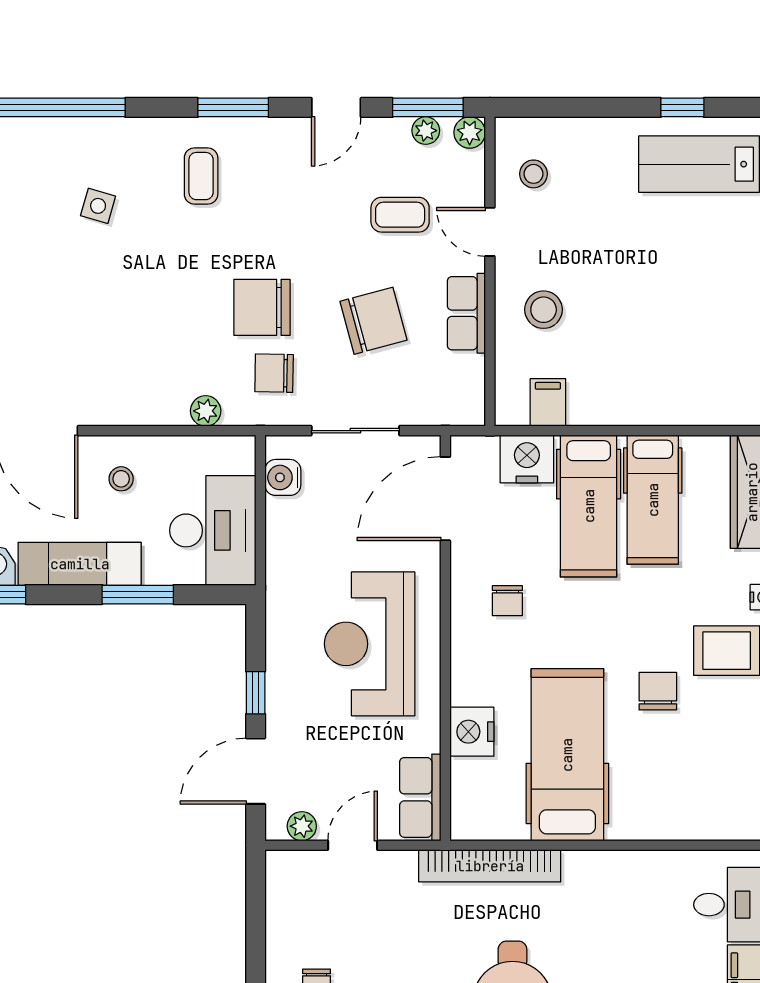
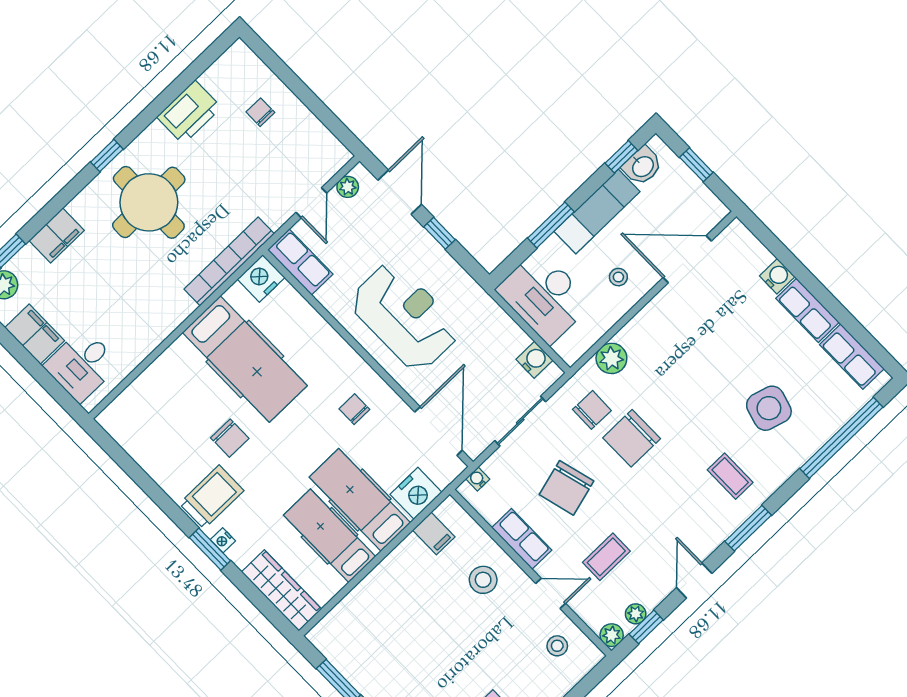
window: (428, 107) -> (646, 627), width x0.67
side table: (98, 206) -> (769, 408), width x1.87, depth x1.87
chair: (262, 307) -> (632, 438), turned 180
plant: (206, 411) -> (611, 358), width x1.38, depth x1.38
water cooler: (453, 414) -> (478, 479), added
nightstand: (472, 732) -> (261, 278), moved, turned -90

